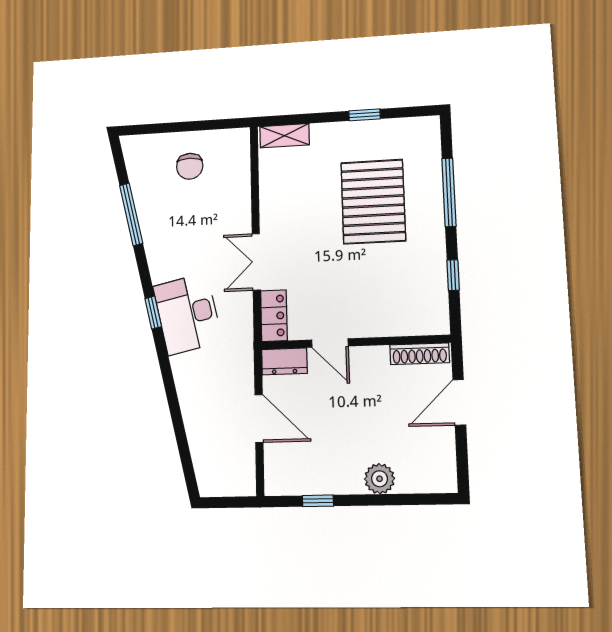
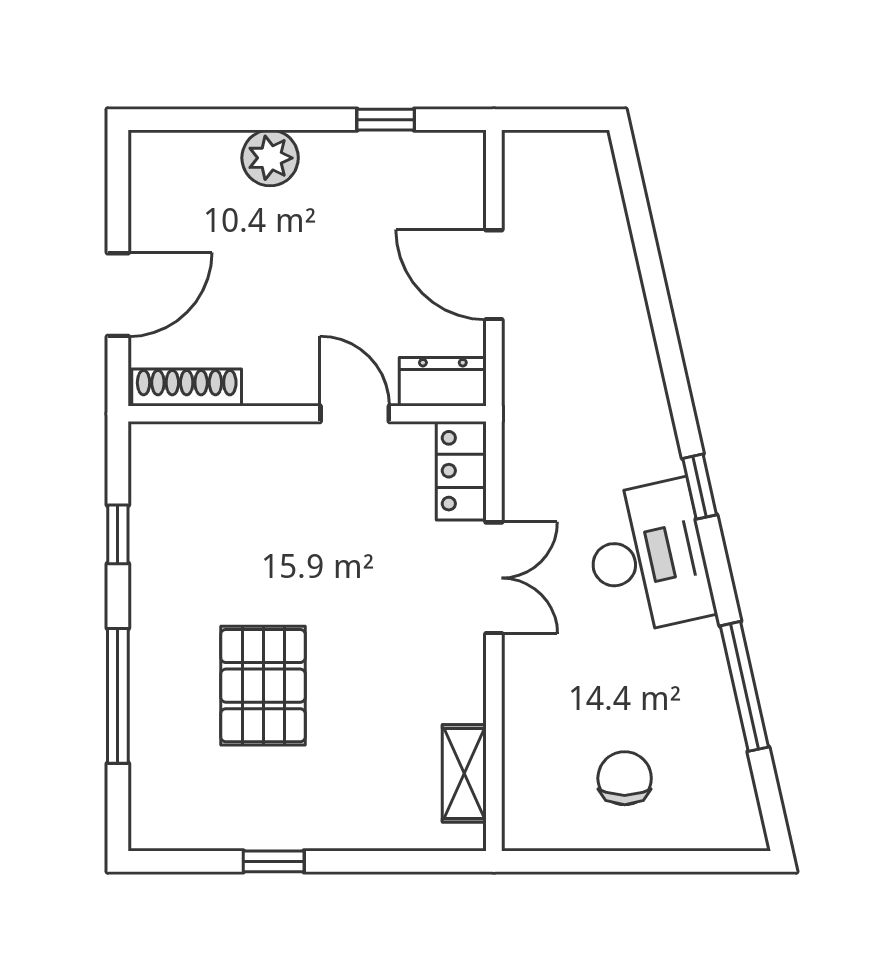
shelving: (285, 136) -> (464, 773), moved, turned 90
pallet: (373, 202) -> (263, 686), width x0.73, depth x0.71
desk: (187, 314) -> (648, 557), moved

